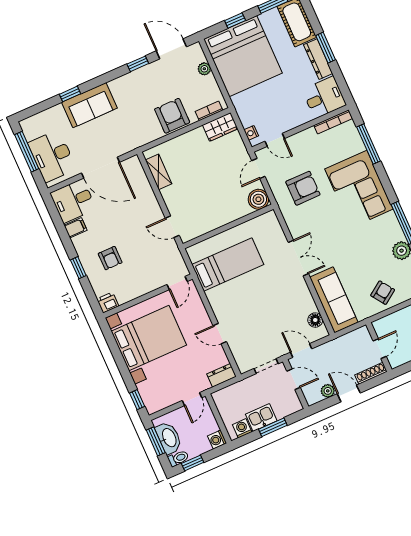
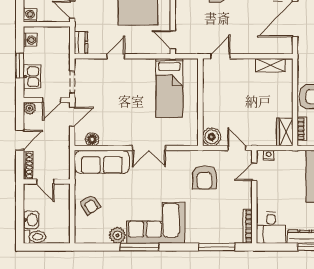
corner sofa: (359, 189) -> (156, 223), moved
plant: (328, 391) -> (30, 108), moved
kitchen sink: (261, 417) -> (32, 77), moved

